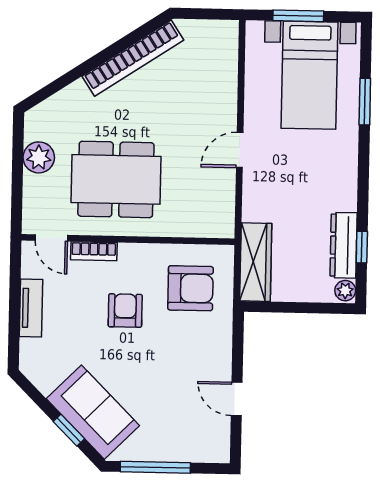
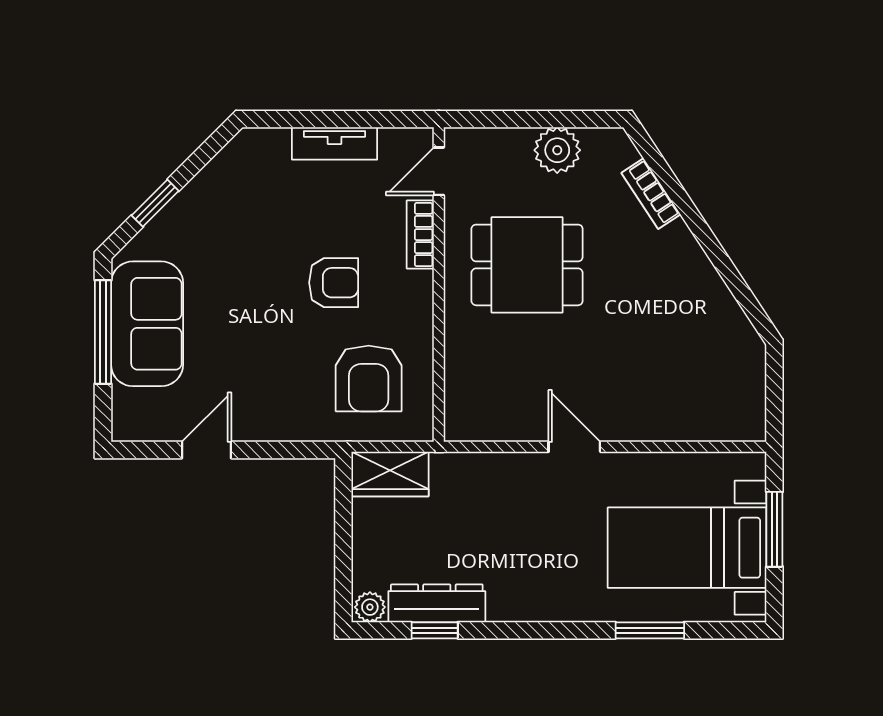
bookcase: (133, 58) -> (651, 194), moved, width x0.43, depth x0.76
dining table: (116, 179) -> (527, 265), width x0.73
wardrobe: (256, 262) -> (390, 474), width x0.67
sofa: (93, 412) -> (147, 324), moved, turned -45

